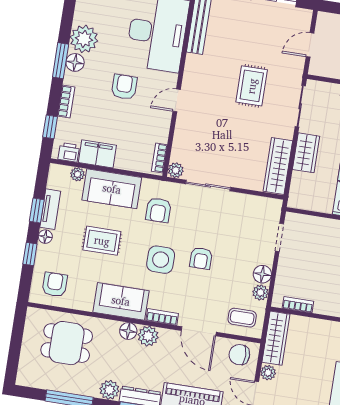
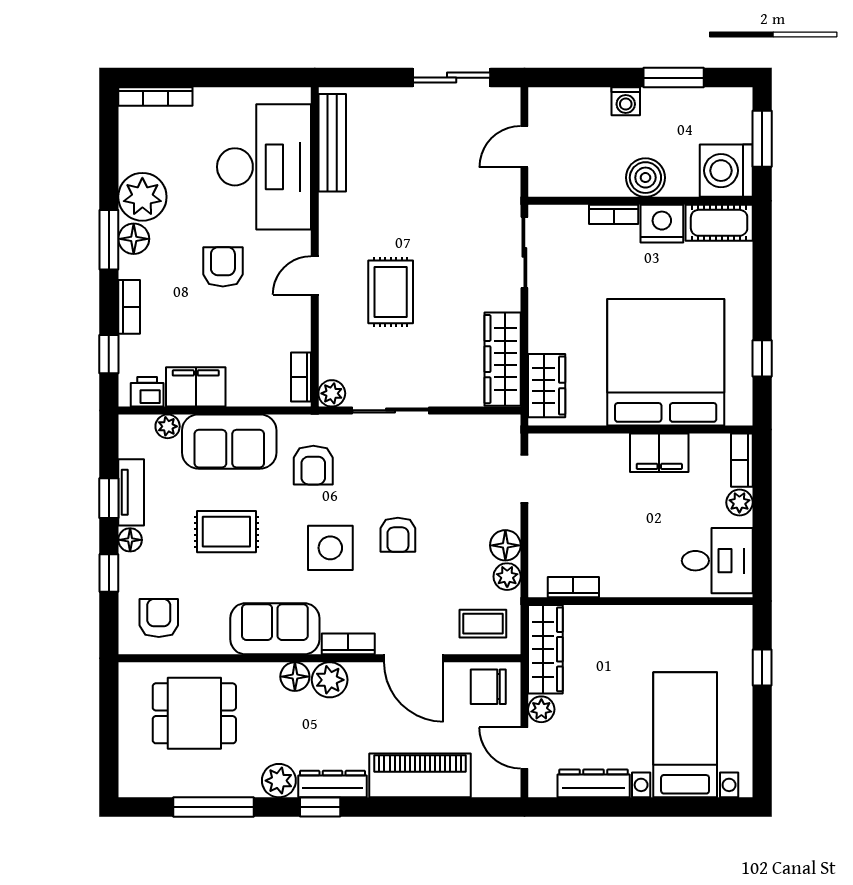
rug: (252, 86) -> (391, 292), moved
wardrobe: (306, 153) -> (547, 386), moved

